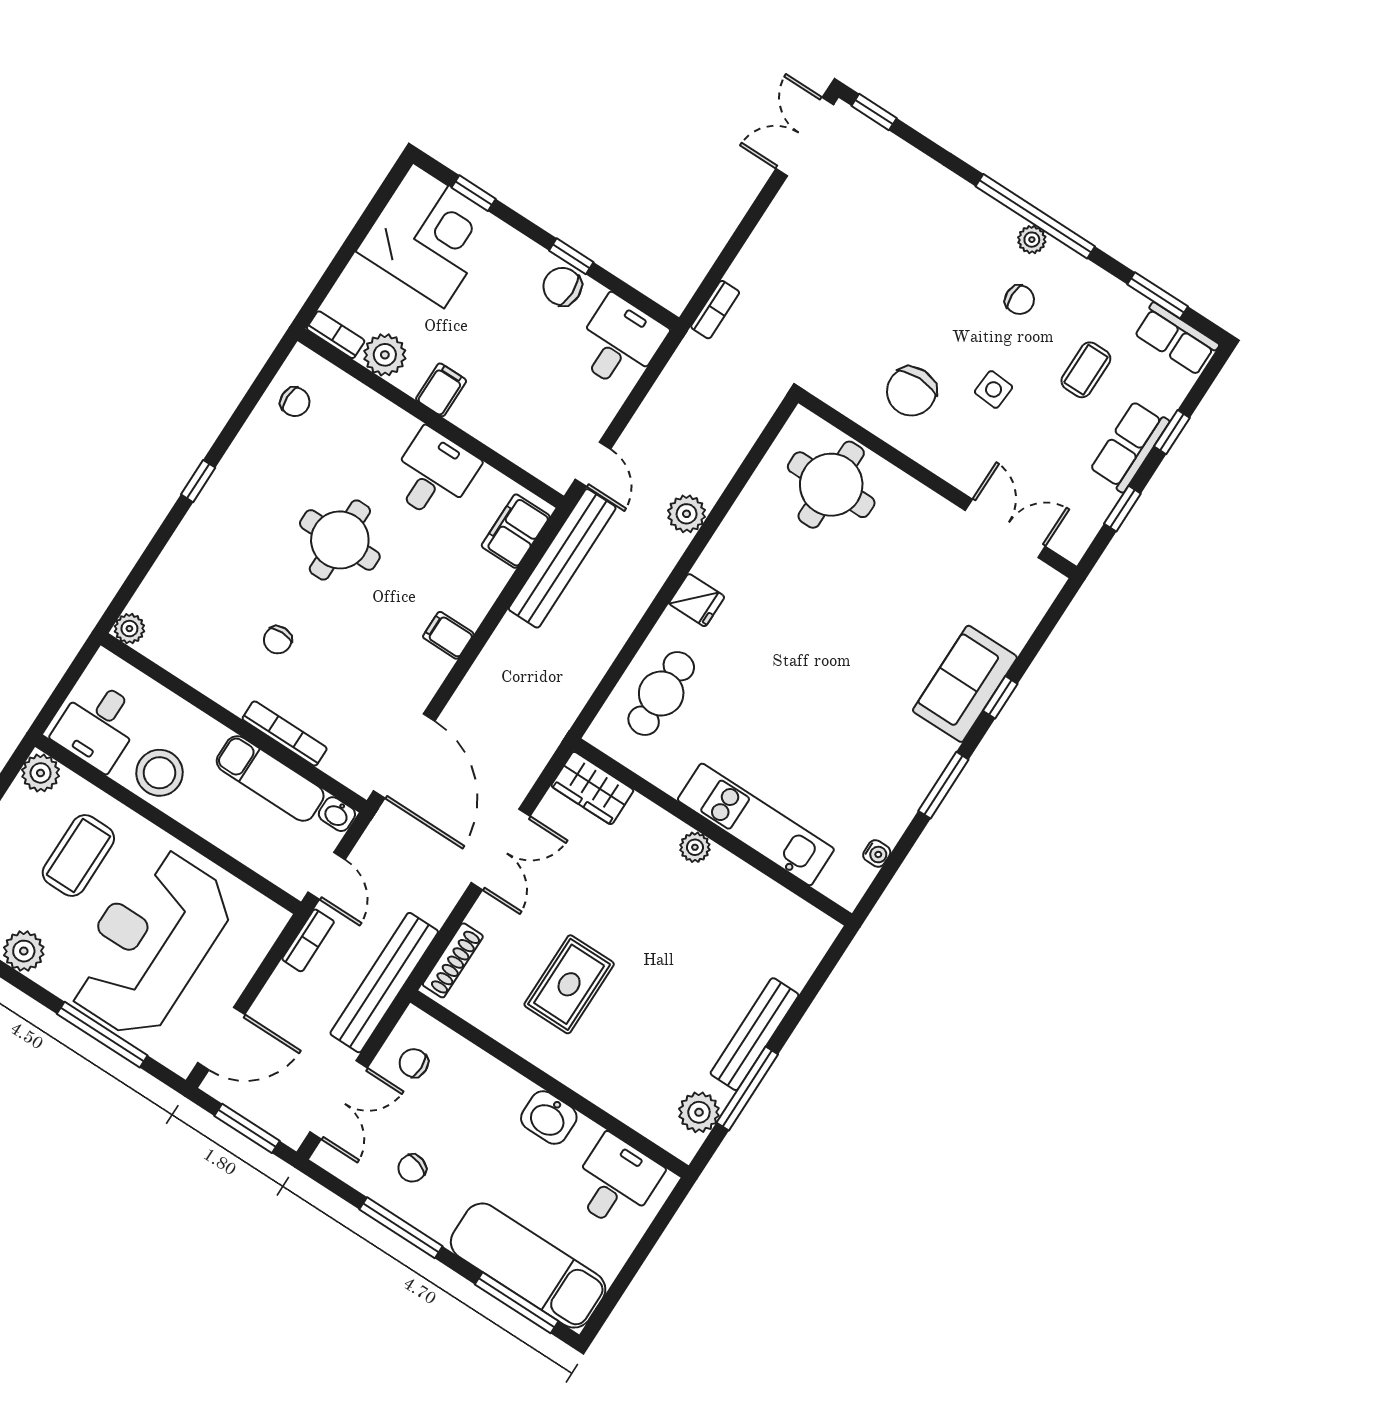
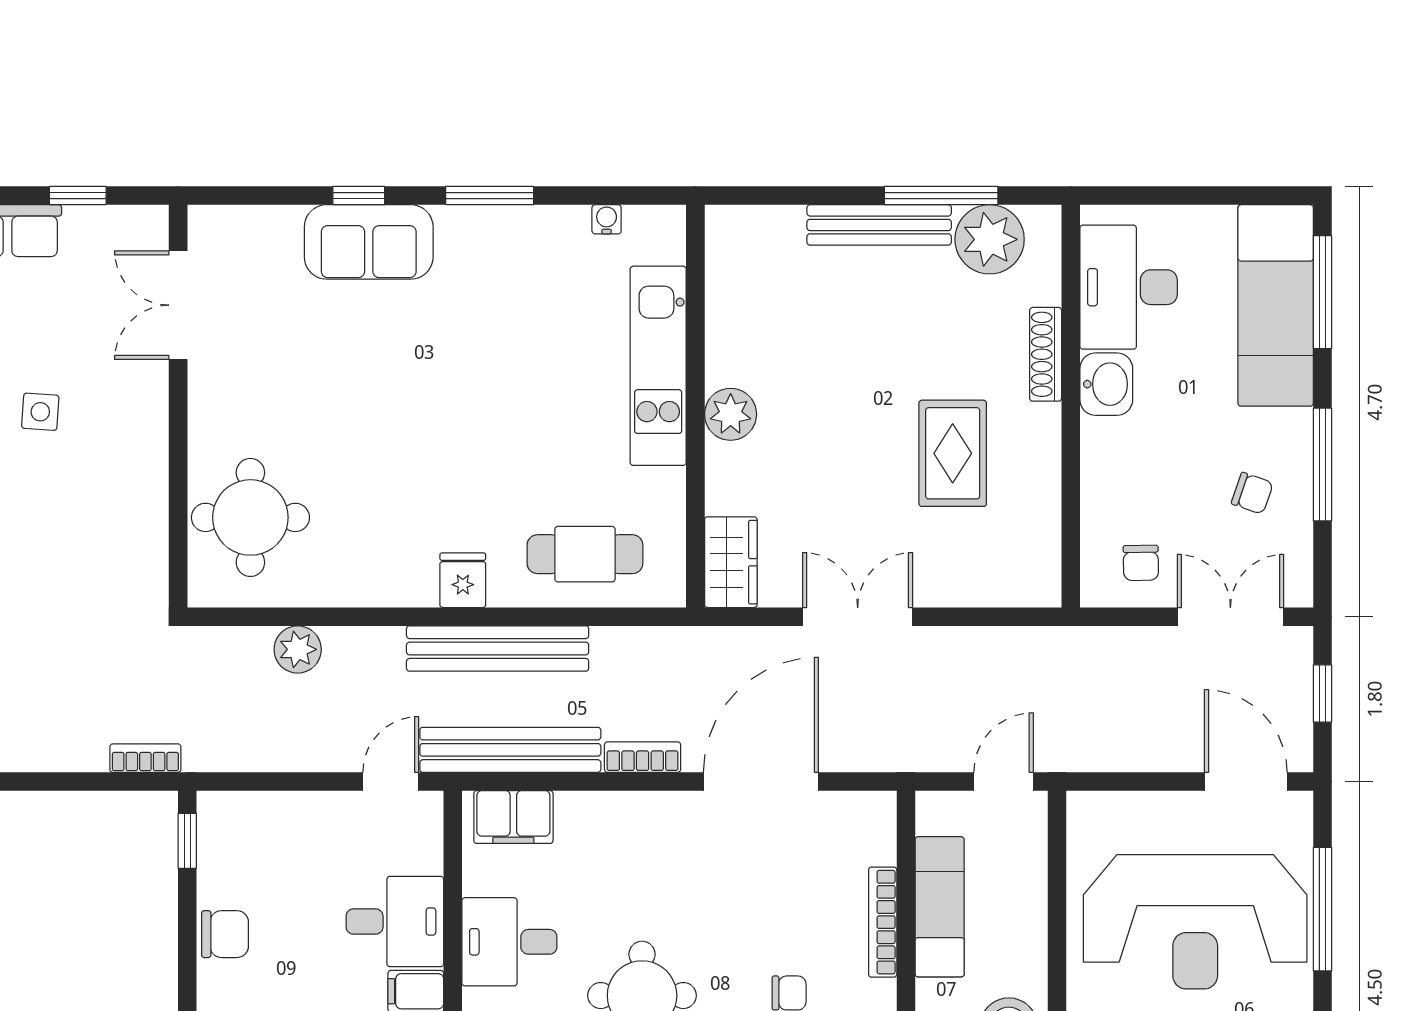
window: (571, 256) -> (187, 841), moved
chair: (562, 287) -> (225, 934), turned -90
desk: (620, 343) -> (395, 921), moved, turned 180
chair: (911, 391) -> (98, 497), removed
plant: (687, 514) -> (298, 649), moved
filing cabinet: (448, 635) -> (668, 817), removed
door: (404, 756) -> (761, 781), moved
washbasin: (337, 814) -> (932, 812), removed
plant: (695, 847) -> (731, 414), width x1.38, depth x1.38
bookcase: (308, 940) -> (643, 757), moved
shoe rack: (453, 960) -> (1046, 354), moved, turned -90
bench: (384, 983) -> (498, 649), moved
rug: (569, 984) -> (953, 453), turned 90
plant: (699, 1112) -> (990, 239), width x1.36, depth x1.36
window: (247, 1128) -> (1322, 693), width x0.67
desk: (616, 1182) -> (1129, 287), width x1.37

